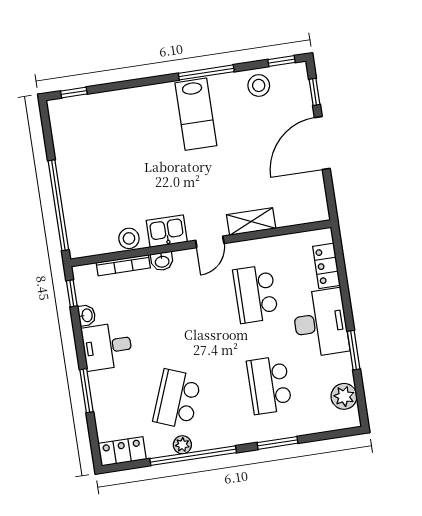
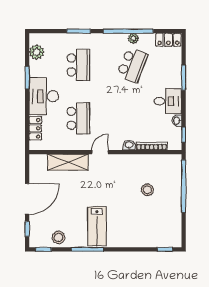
lab bench: (196, 114) -> (97, 226), turned 180
shelving: (251, 222) -> (68, 162), width x1.50, depth x1.33
kitchen sink: (167, 231) -> (124, 162), removed
stool: (129, 238) -> (147, 190), moved

